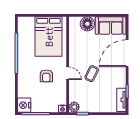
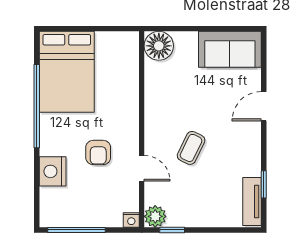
floor lamp: (87, 24) -> (159, 46), moved
bed: (49, 37) -> (67, 72), moved
door: (127, 53) -> (264, 106), width x0.53
door: (68, 73) -> (142, 168), moved
nightstand: (24, 105) -> (53, 171), moved

